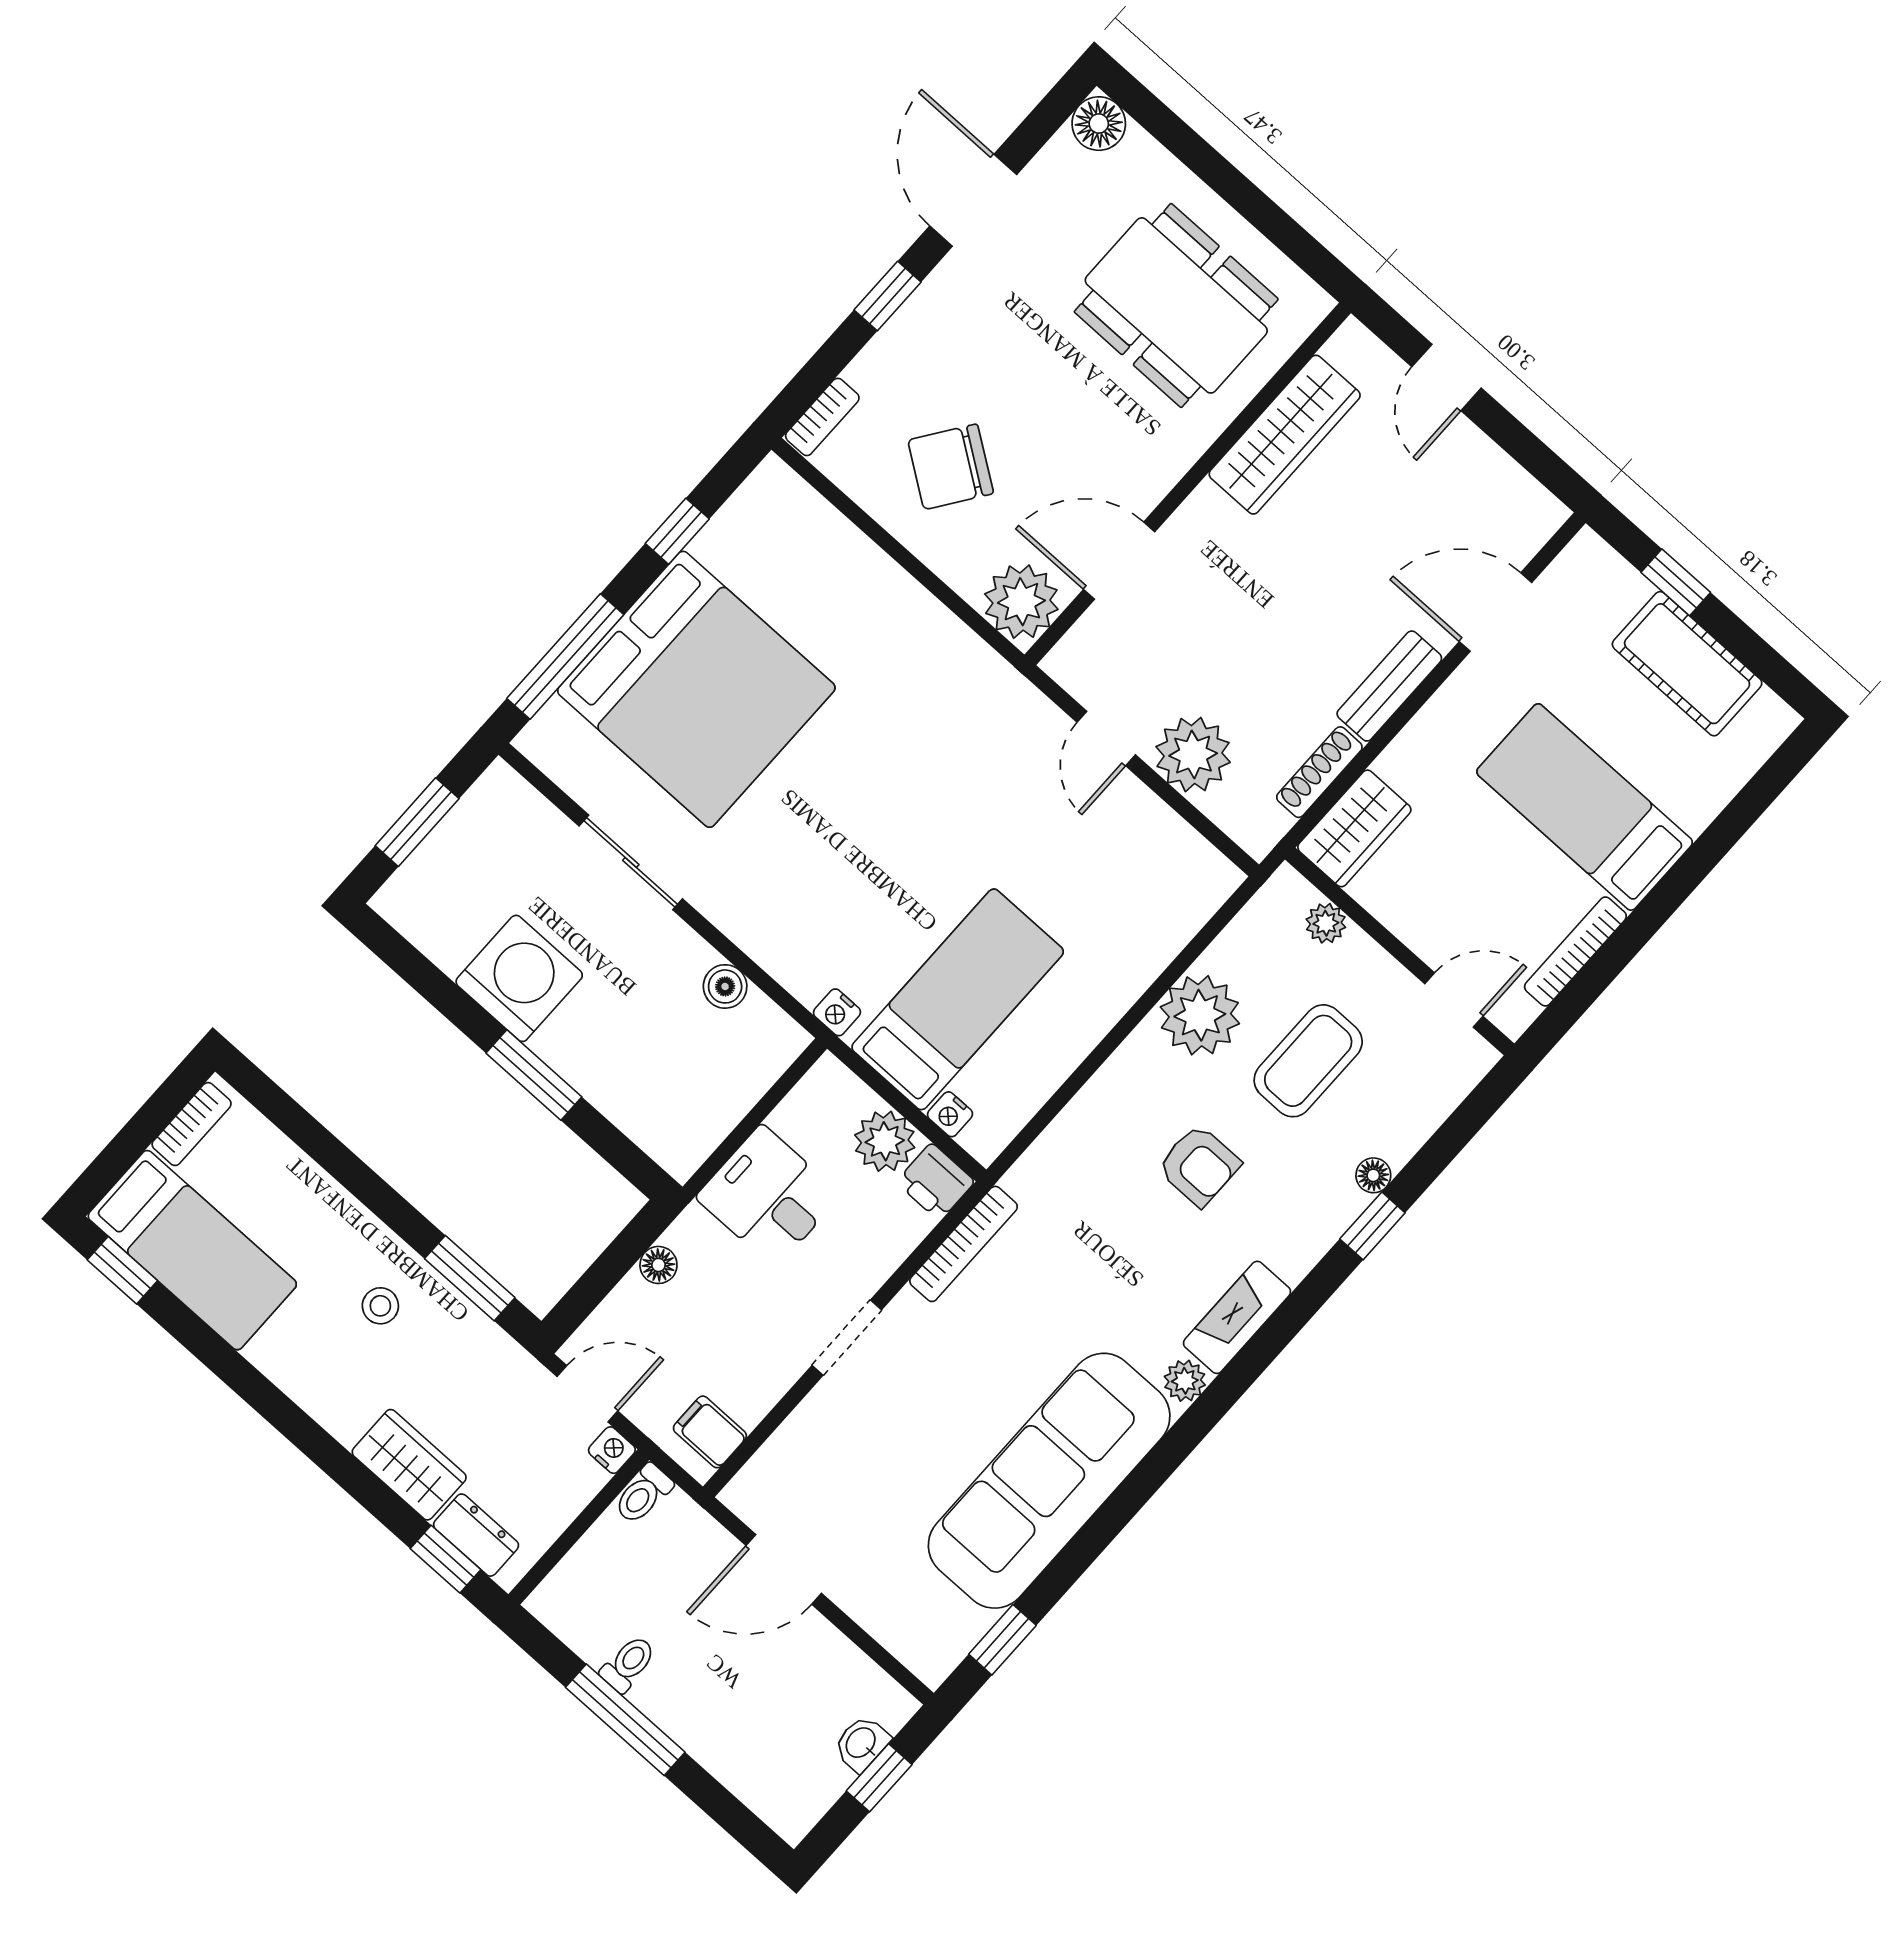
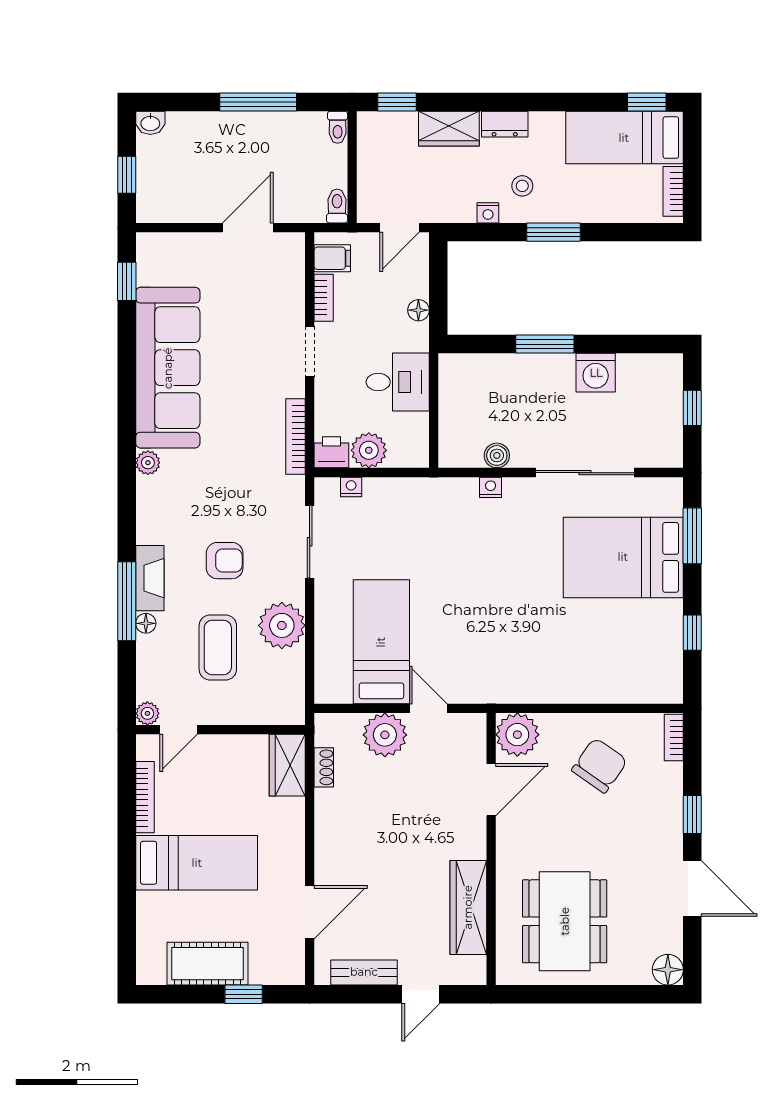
dining table: (1176, 305) -> (565, 921), turned 90
door: (1447, 377) -> (421, 994), swing flipped
window: (565, 656) -> (692, 536), width x0.69
bench: (1389, 686) -> (364, 972), moved, turned 90
bed: (696, 689) -> (623, 557), width x0.73
shoe rack: (1319, 772) -> (324, 767), width x0.70
window: (417, 822) -> (692, 408), width x0.67
sliding door: (631, 862) -> (585, 473), width x1.37
plant: (1326, 923) -> (147, 713), moved
washing machine: (519, 978) -> (596, 373), width x0.73, depth x0.73
bed: (958, 999) -> (381, 642), moved, turned 180
nightstand: (837, 1012) -> (491, 487), moved
sliding door: (1067, 1091) -> (310, 542), added
armchair: (1199, 1165) -> (225, 561), turned 180
window: (1372, 1226) -> (127, 601), width x2.17
window: (470, 1278) -> (554, 232), moved
fireplace: (1237, 1317) -> (150, 578), moved
bookcase: (767, 1391) -> (324, 298), added
nightstand: (612, 1450) -> (488, 213), moved
dresser: (476, 1535) -> (505, 124), moved
toilet: (628, 1664) -> (338, 127), moved
washbasin: (861, 1743) -> (150, 123), moved, turned 90

